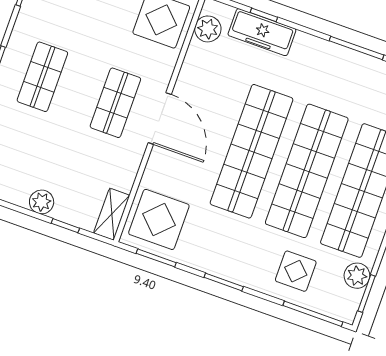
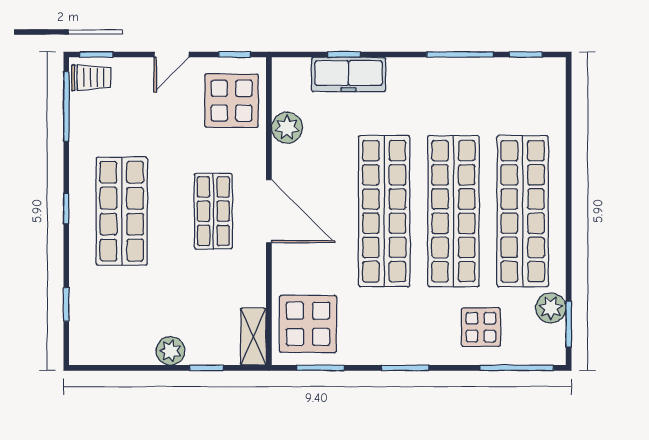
plant: (208, 29) -> (287, 128), moved
shop shelf: (42, 77) -> (122, 211), width x1.43, depth x1.36

